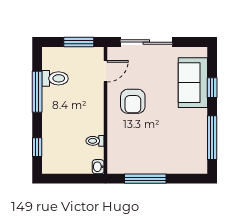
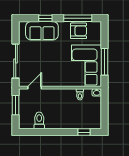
door: (106, 71) -> (35, 88), hinge flipped
window: (37, 92) -> (48, 132), removed
armchair: (133, 101) -> (79, 31), moved
corner sofa: (139, 151) -> (87, 66), added

